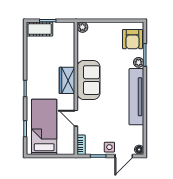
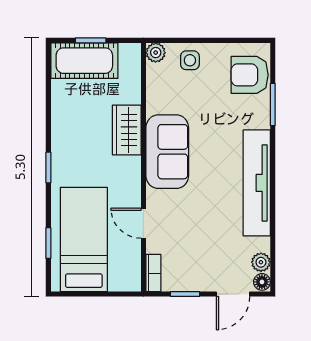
cot: (40, 29) -> (84, 61), width x1.37, depth x1.34
armchair: (133, 39) -> (250, 75), turned 90
plant: (139, 62) -> (261, 262), moved
wardrobe: (67, 80) -> (127, 130), moved
side table: (109, 147) -> (190, 60), moved

